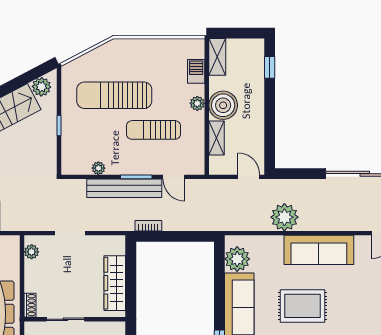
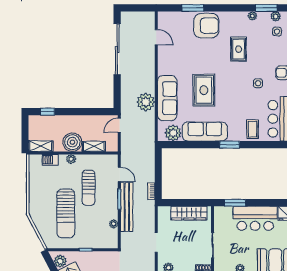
door: (174, 177) -> (119, 174), hinge flipped
sofa: (319, 250) -> (167, 98), moved

